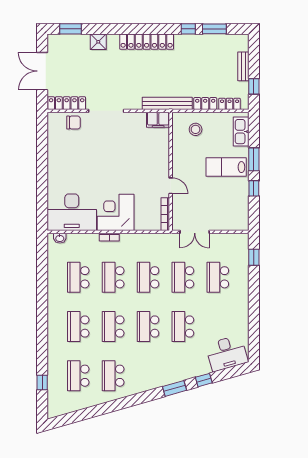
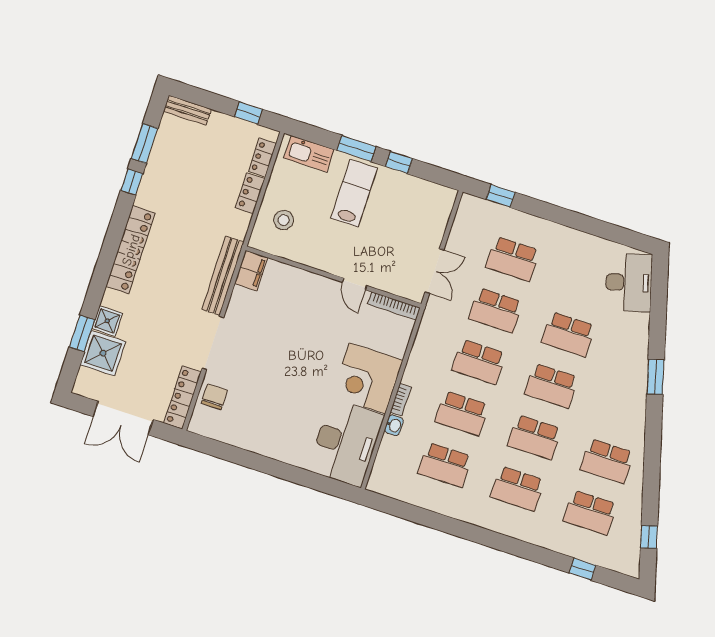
window: (71, 29) -> (82, 333), moved
shower: (78, 46) -> (103, 353), added
bench: (243, 66) -> (187, 110), moved
bench: (167, 103) -> (223, 276), moved
lab bench: (226, 167) -> (354, 193), turned 180
door: (171, 186) -> (355, 284), swing flipped
washbasin: (60, 238) -> (394, 425), moved
window: (204, 380) -> (649, 537), moved

